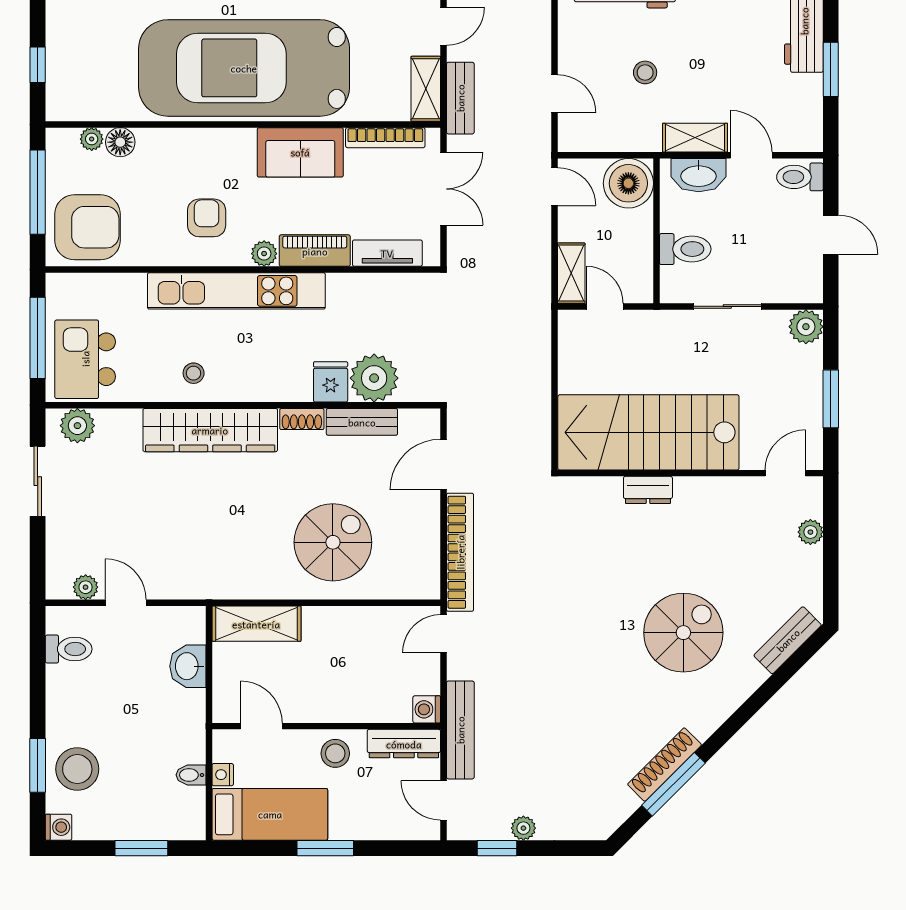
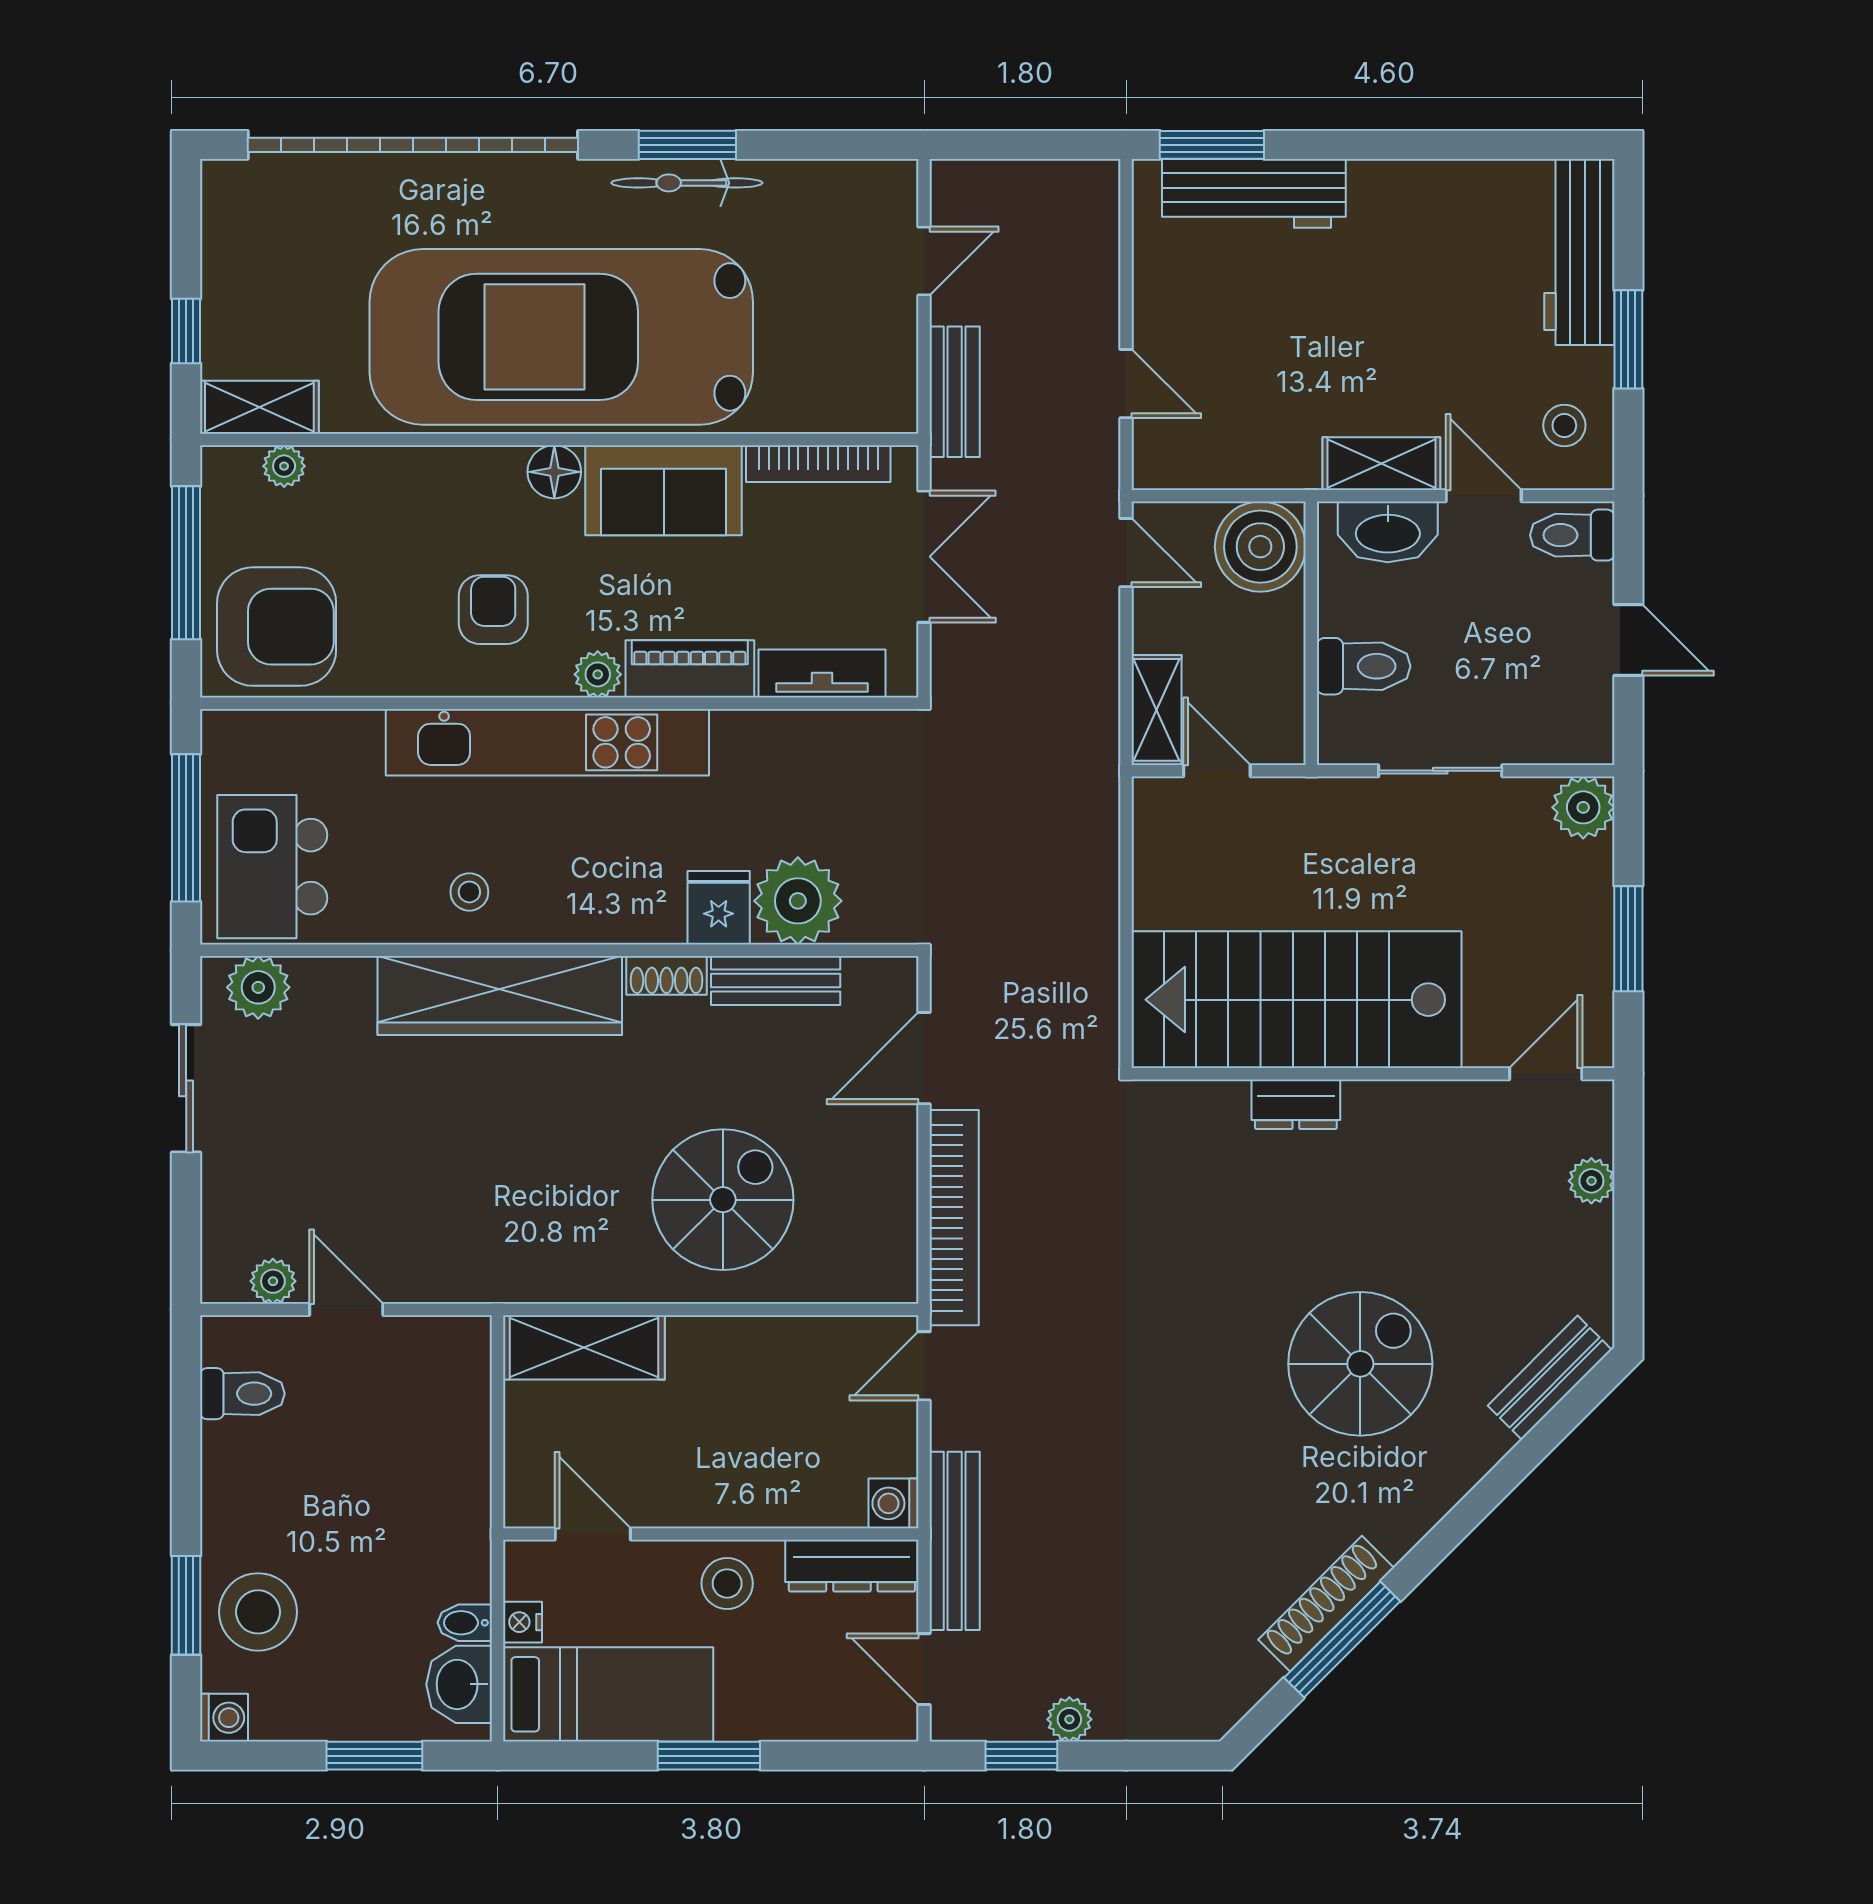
stool: (645, 72) -> (1564, 425), moved
shelving: (426, 89) -> (259, 407), moved, turned 90
floor lamp: (120, 142) -> (554, 472), moved
washbasin: (188, 666) -> (459, 1684), moved

